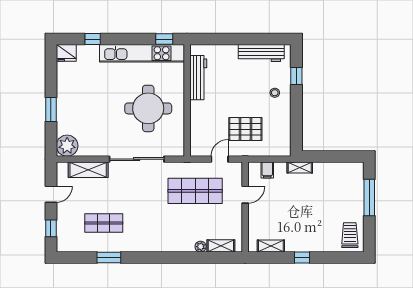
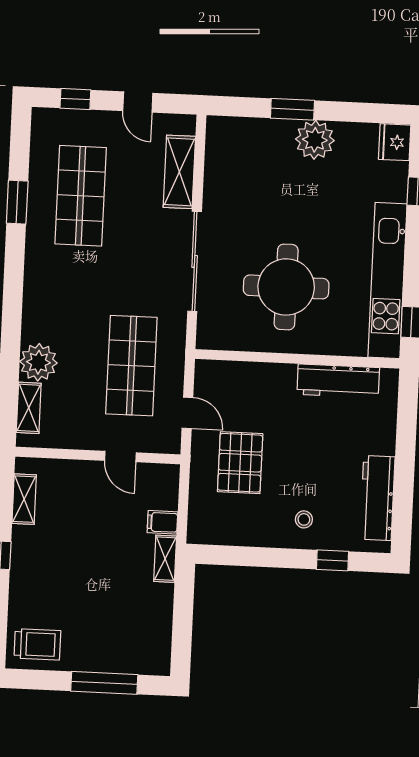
plant: (67, 146) -> (315, 140), moved
filing cabinet: (267, 170) -> (162, 522), moved
shop shelf: (104, 223) -> (81, 196), width x1.43, depth x1.36
plant: (201, 247) -> (38, 362), width x1.87, depth x1.87

